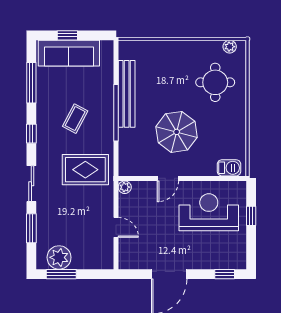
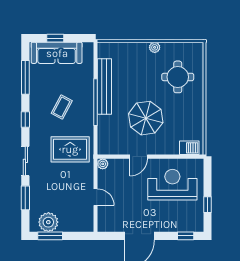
plant: (230, 47) -> (155, 47), moved
window: (251, 216) -> (207, 205), moved

